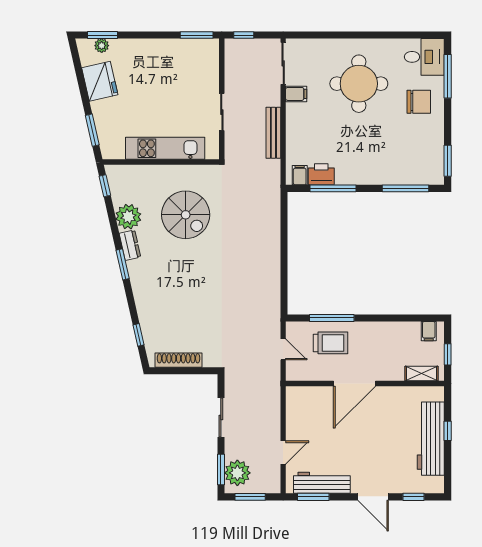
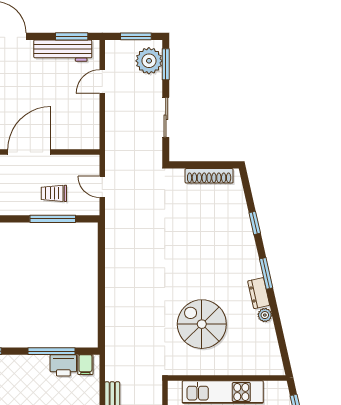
window: (105, 186) -> (284, 354), removed
plant: (128, 217) -> (265, 315), width x0.53, depth x0.53
window: (139, 335) -> (255, 223), moved
trolley: (331, 343) -> (54, 193), width x0.73, depth x0.72

